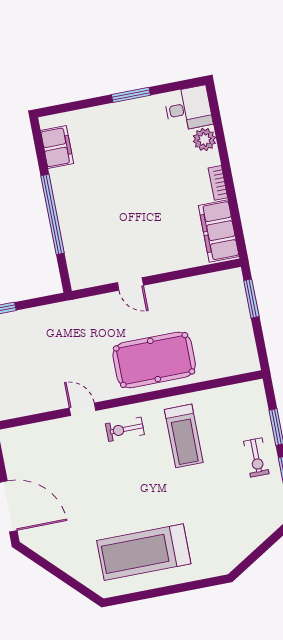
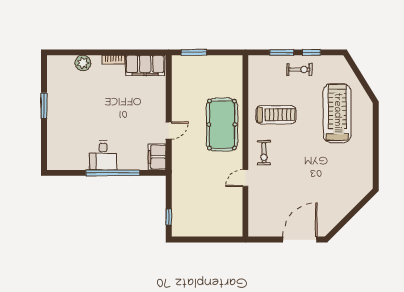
desk: (188, 109) -> (103, 155), moved, turned 180
filing cabinet: (57, 147) -> (157, 157), moved, turned -90
treadmill: (144, 552) -> (337, 113), moved, turned 180

